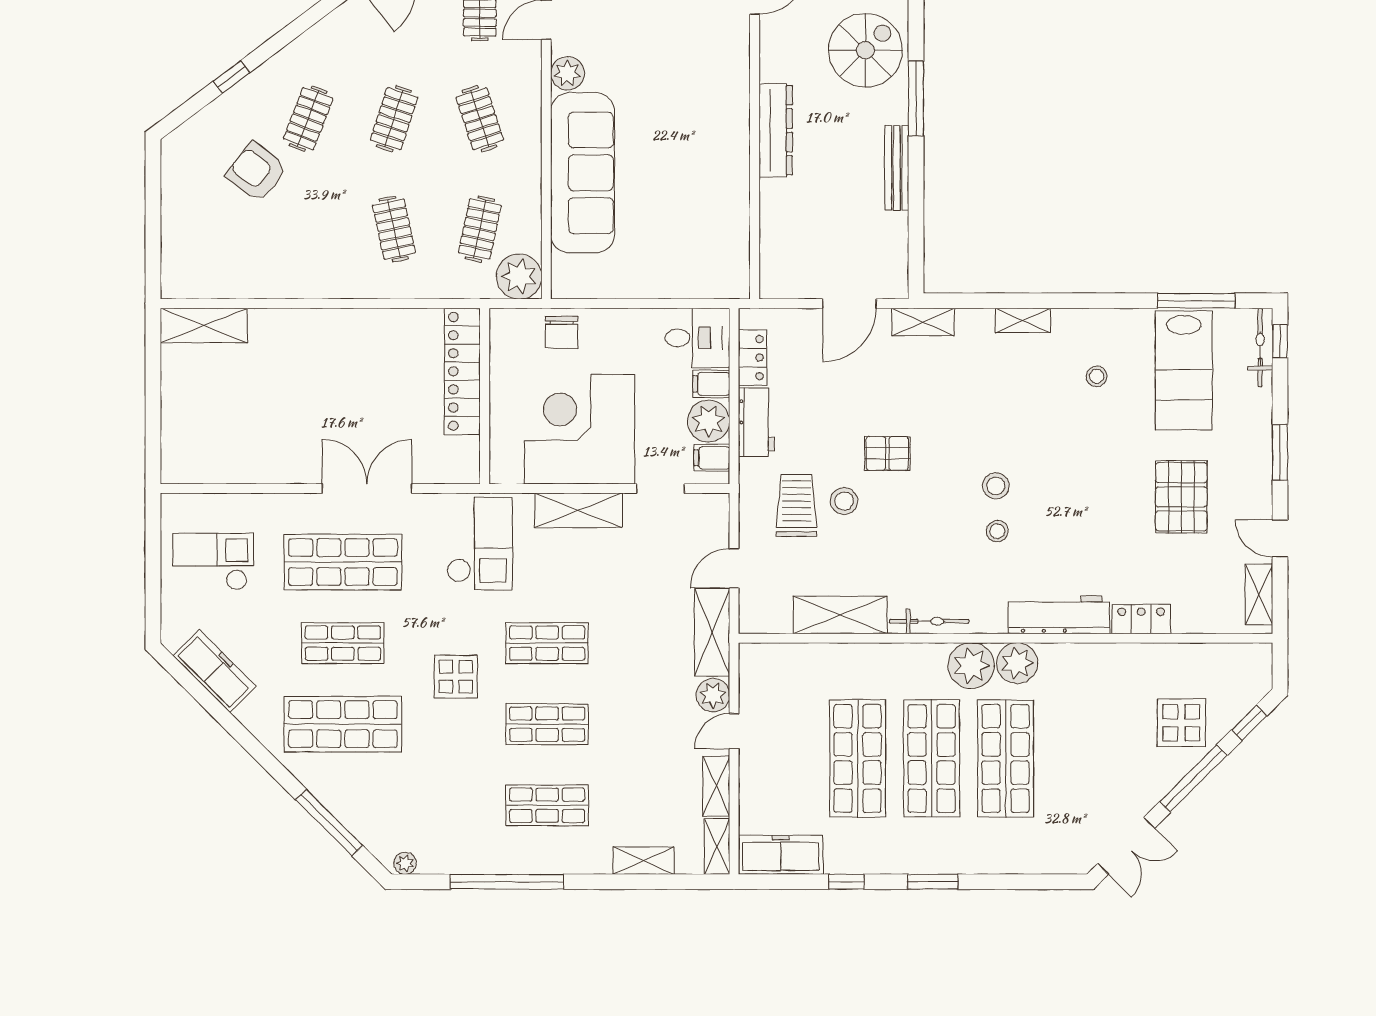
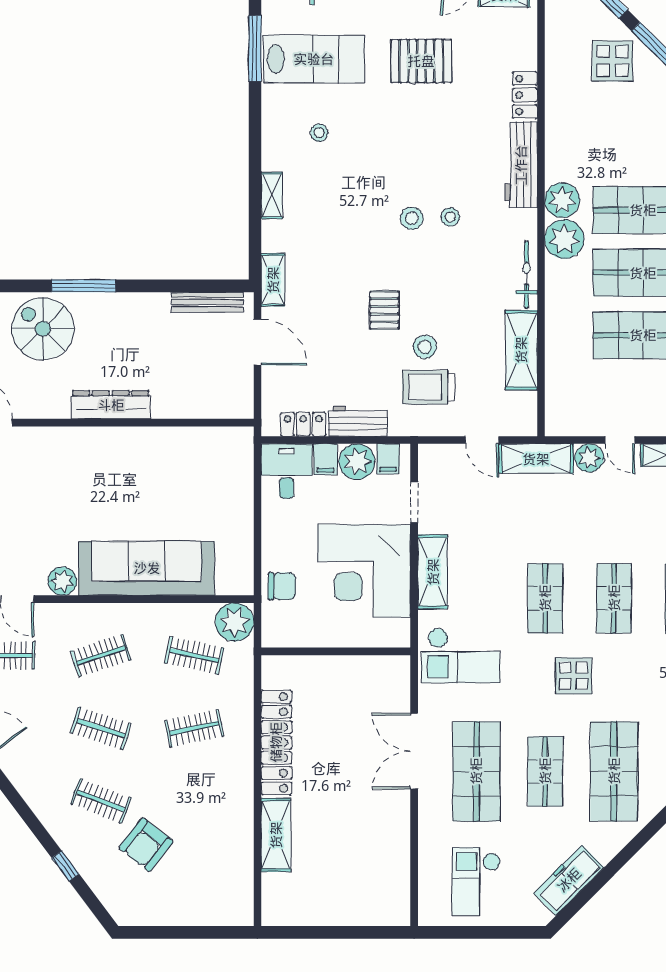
bench: (897, 168) -> (207, 302), moved
shelving: (204, 325) -> (276, 835), moved
locker: (462, 371) -> (276, 742), moved, turned -90
checkout: (480, 544) -> (461, 655), turned 180

